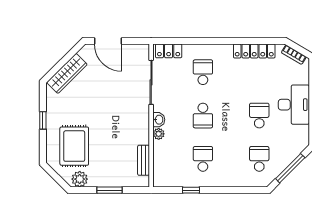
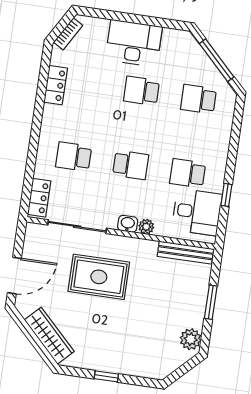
locker: (254, 51) -> (56, 85), width x0.66
rug: (74, 146) -> (99, 277), moved
bench: (144, 160) -> (185, 253), width x1.36
desk: (175, 170) -> (197, 212), added

